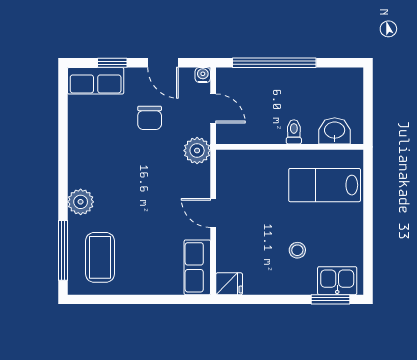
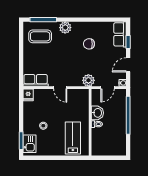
chair: (150, 118) -> (89, 44), moved
washbasin: (335, 131) -> (97, 113), moved
door: (213, 213) -> (60, 88), swing flipped

